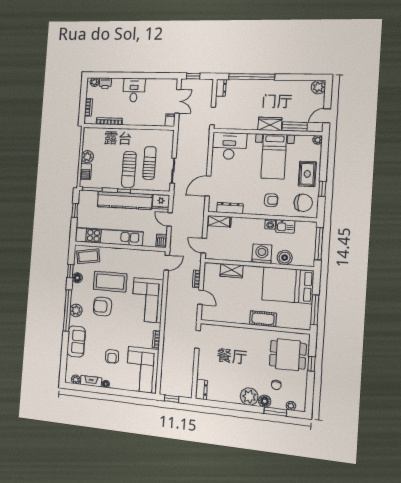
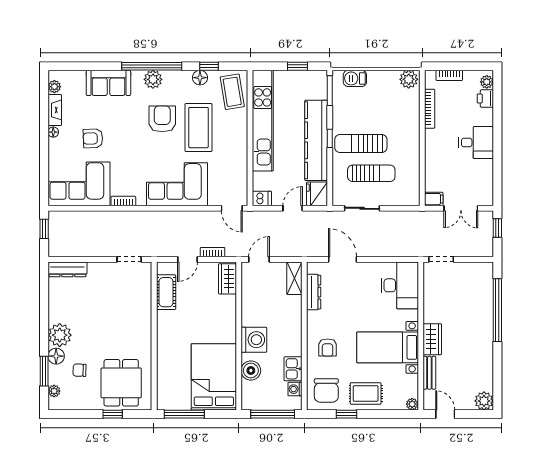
dresser: (221, 88) -> (481, 269), removed
plant: (87, 157) -> (409, 79), moved
washing machine: (270, 224) -> (295, 389), moved
wardrobe: (232, 271) -> (228, 279), moved
cot: (263, 319) -> (166, 292), moved
dresser: (201, 389) -> (67, 269), width x1.44

